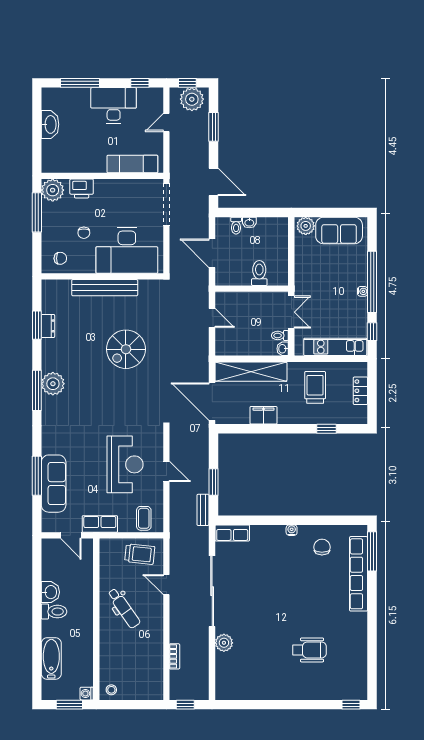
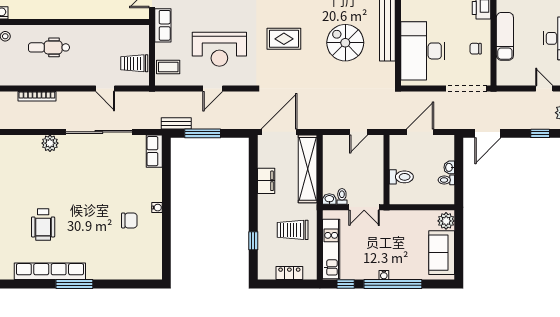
window: (214, 127) -> (540, 133), width x0.67
exam couch: (132, 164) -> (505, 36), moved
toilet: (236, 226) -> (446, 180), moved
chair: (84, 233) -> (476, 49), moved
spiral stairs: (126, 349) -> (345, 43), moved
trolley: (315, 387) -> (293, 230), turned 180
rug: (114, 396) -> (284, 39), added
window: (214, 482) -> (203, 133), width x1.44
chair: (322, 547) -> (129, 220), moved
window: (372, 551) -> (74, 284), moved
trolley: (140, 554) -> (134, 63), turned 84
row of seats: (359, 574) -> (50, 271), moved
door: (166, 585) -> (105, 89), swing flipped
dental chair: (124, 608) -> (49, 47), moved, turned 35
bookcase: (174, 656) -> (37, 96), width x1.56

